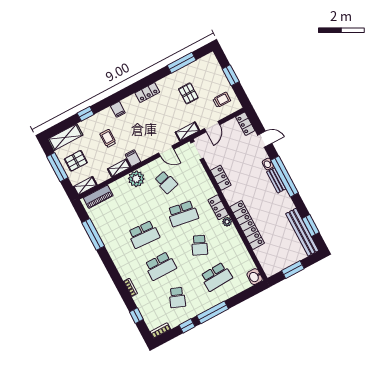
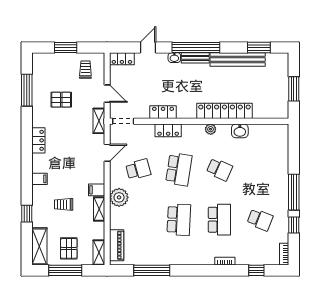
locker: (218, 207) -> (168, 130), moved
bench: (302, 232) -> (238, 60), moved
school desk: (216, 277) -> (260, 169), removed
washbasin: (255, 277) -> (240, 131), moved

